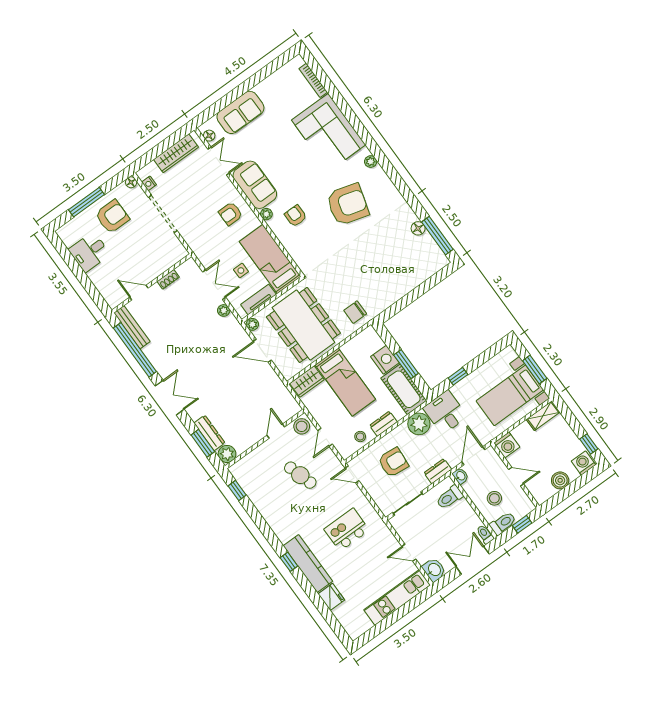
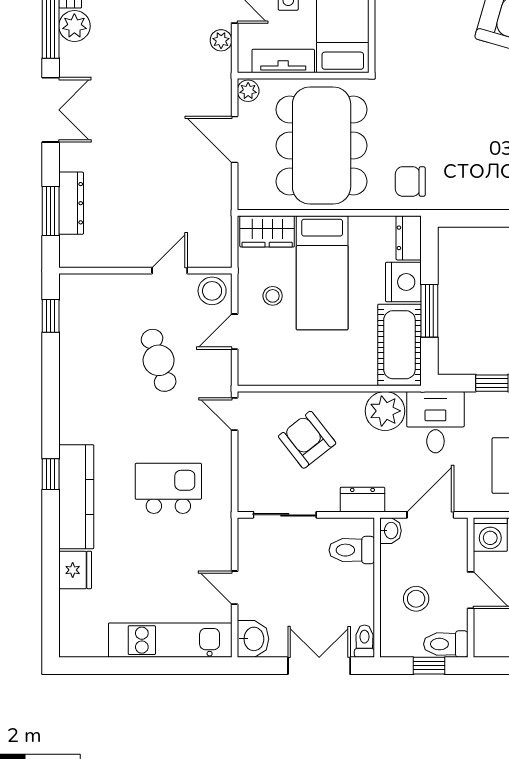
dresser: (383, 424) -> (409, 238), moved, turned -90
stool: (360, 437) -> (273, 296), moved
plant: (227, 454) -> (74, 26), moved
armchair: (393, 462) -> (307, 440), turned -133
toilet: (503, 523) -> (446, 644), moved, turned 180

